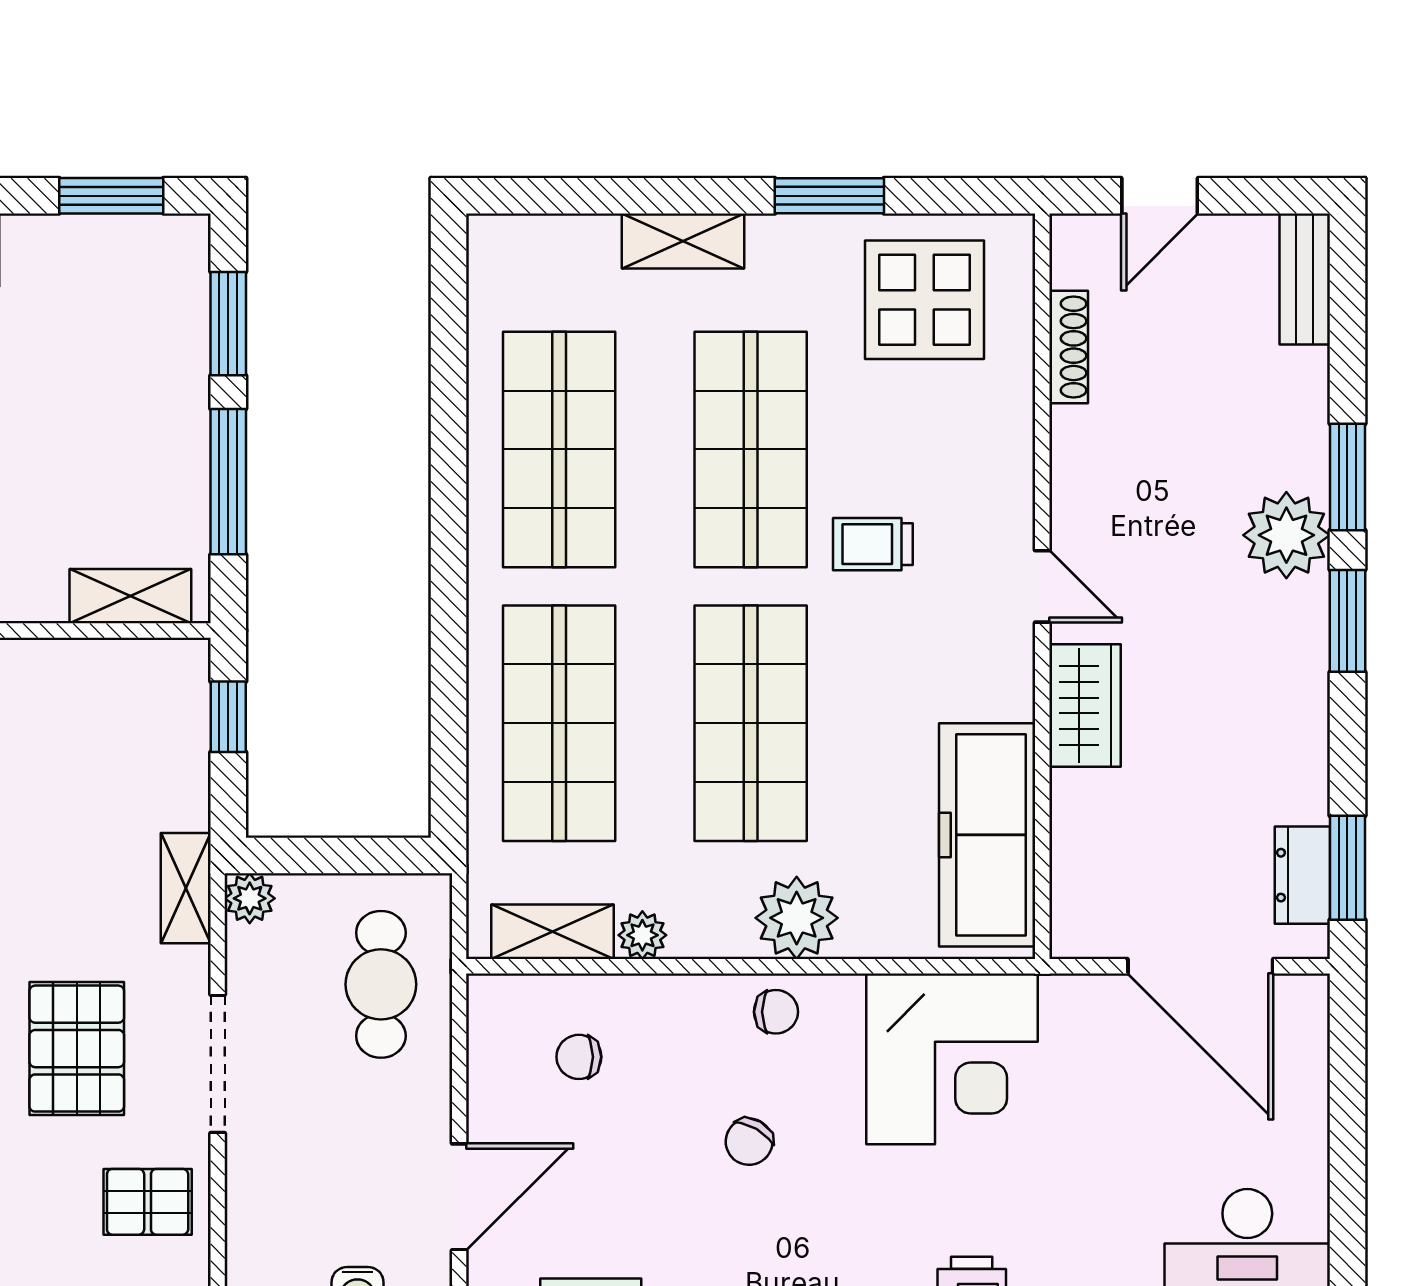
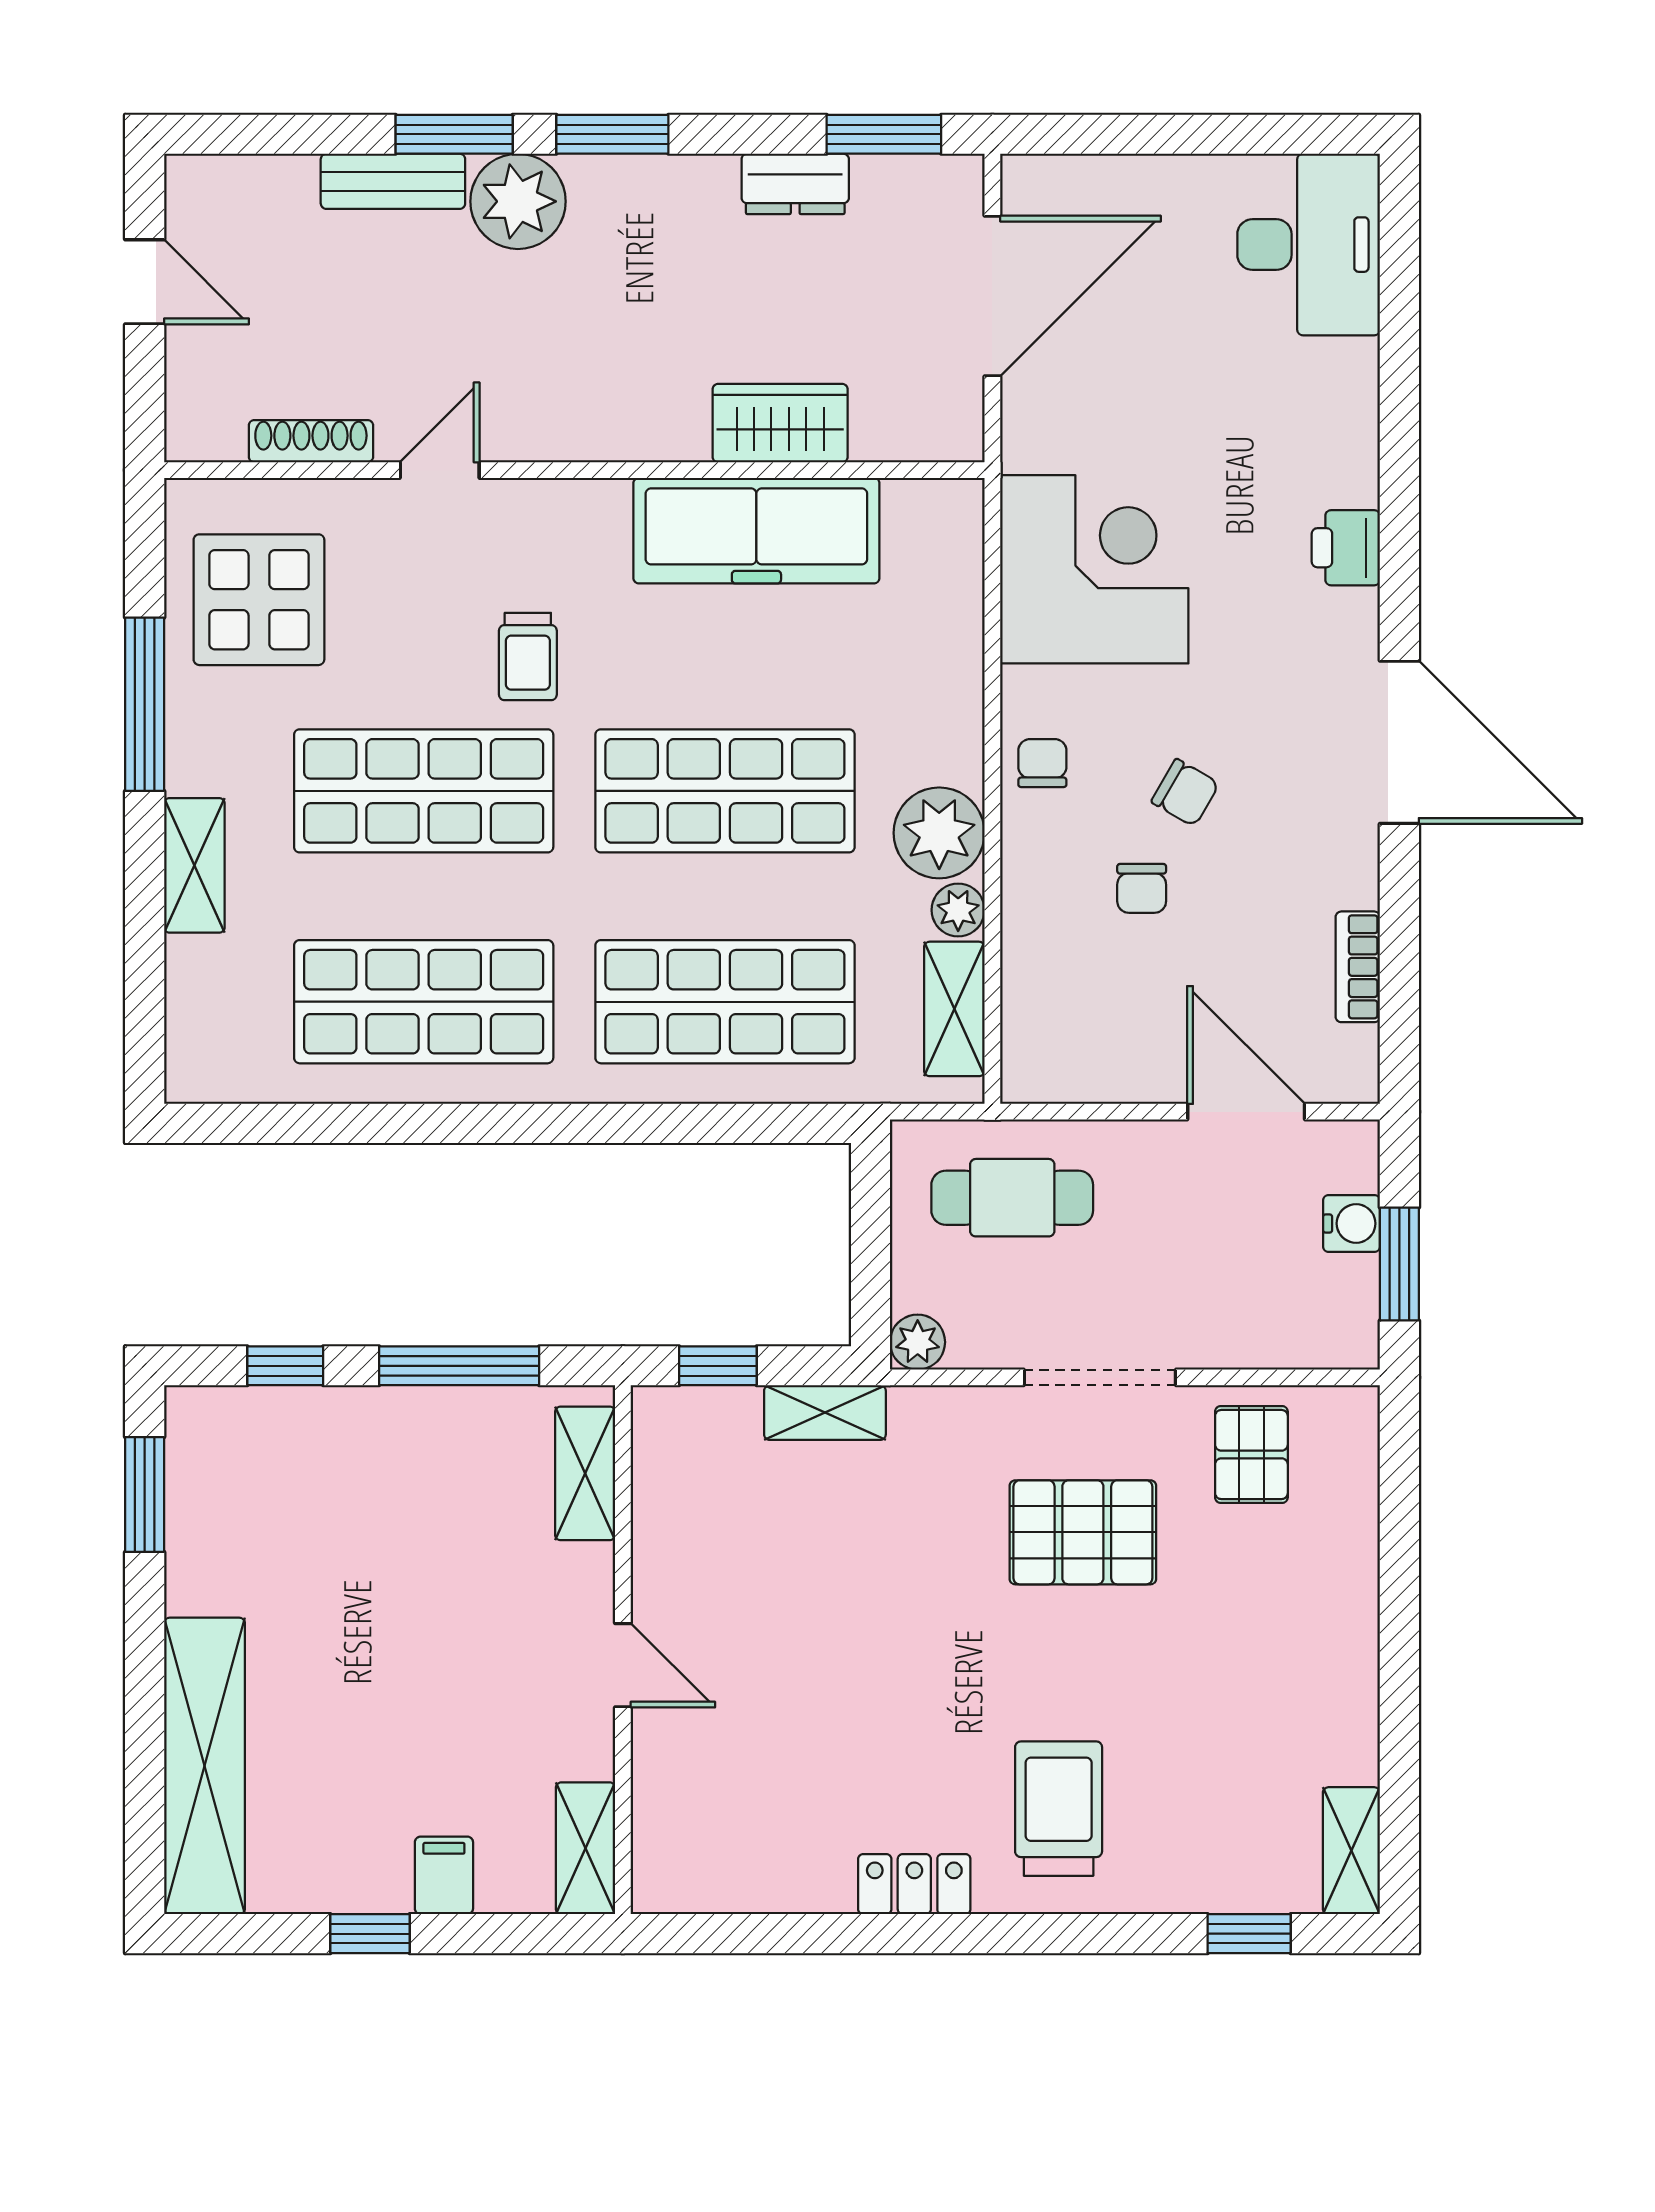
window: (829, 196) -> (145, 704), width x1.44
door: (1160, 196) -> (145, 282), moved
bench: (1305, 279) -> (393, 181), moved
window: (228, 324) -> (285, 1366), width x0.67
door: (1042, 586) -> (440, 470), moved
wardrobe: (1085, 706) -> (780, 423), moved
freezer: (987, 835) -> (756, 531), moved
dresser: (1302, 875) -> (795, 184), moved
shelving: (186, 888) -> (825, 1413), moved
plant: (797, 918) -> (939, 833), moved
chair: (579, 1057) -> (1142, 888), moved

